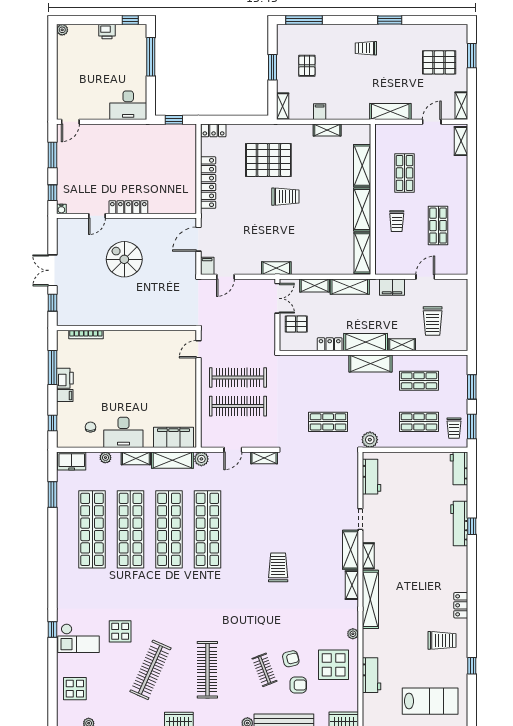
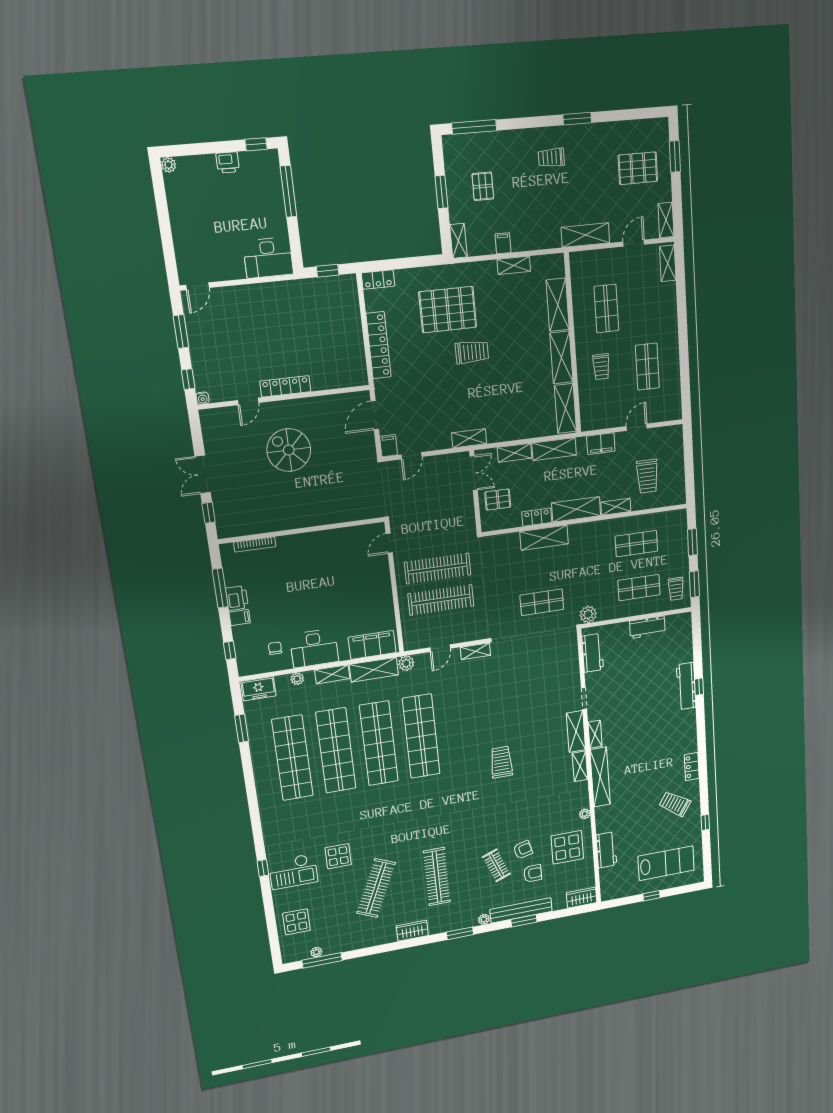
shelving: (370, 364) -> (544, 538), moved
workbench: (459, 468) -> (647, 627), moved, turned -90
trolley: (442, 640) -> (675, 804), turned -147

